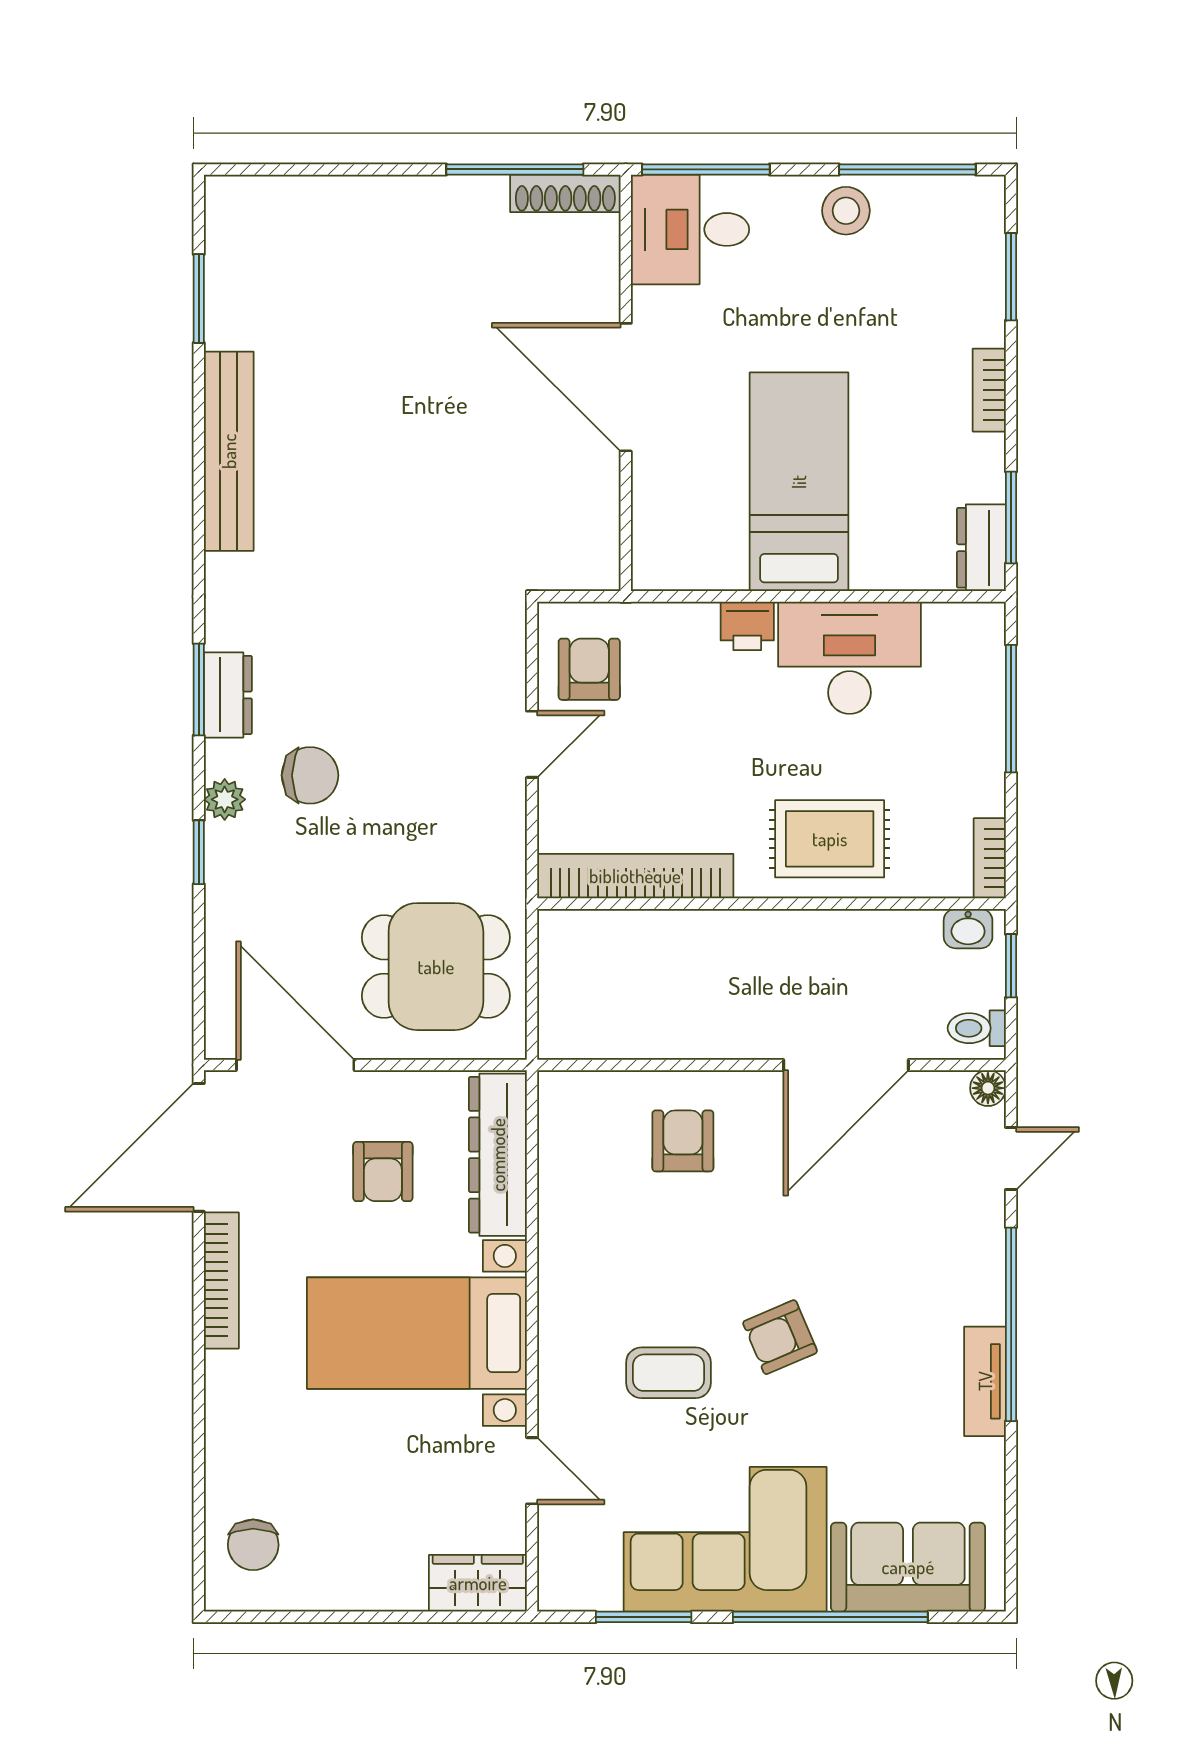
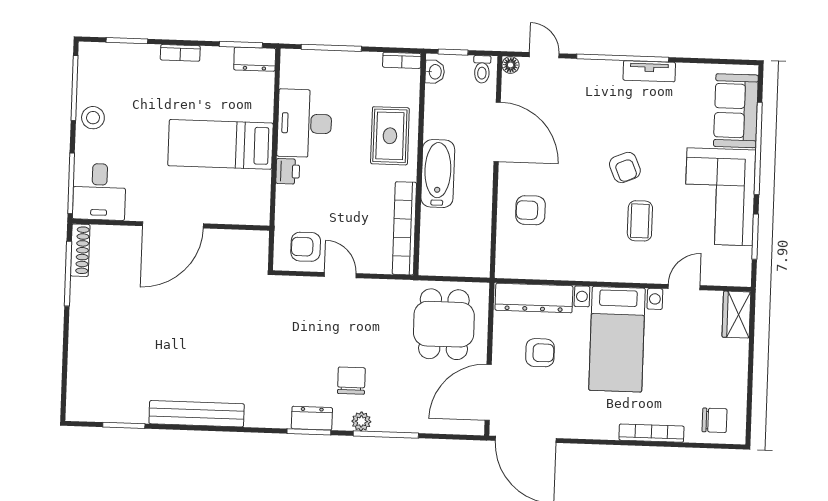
window: (199, 852) -> (386, 435), width x2.17
bathtub: (753, 943) -> (438, 174), added
bookcase: (221, 1280) -> (651, 433), moved

